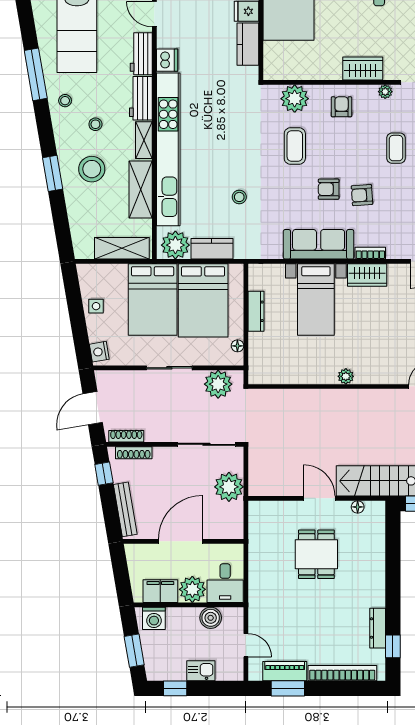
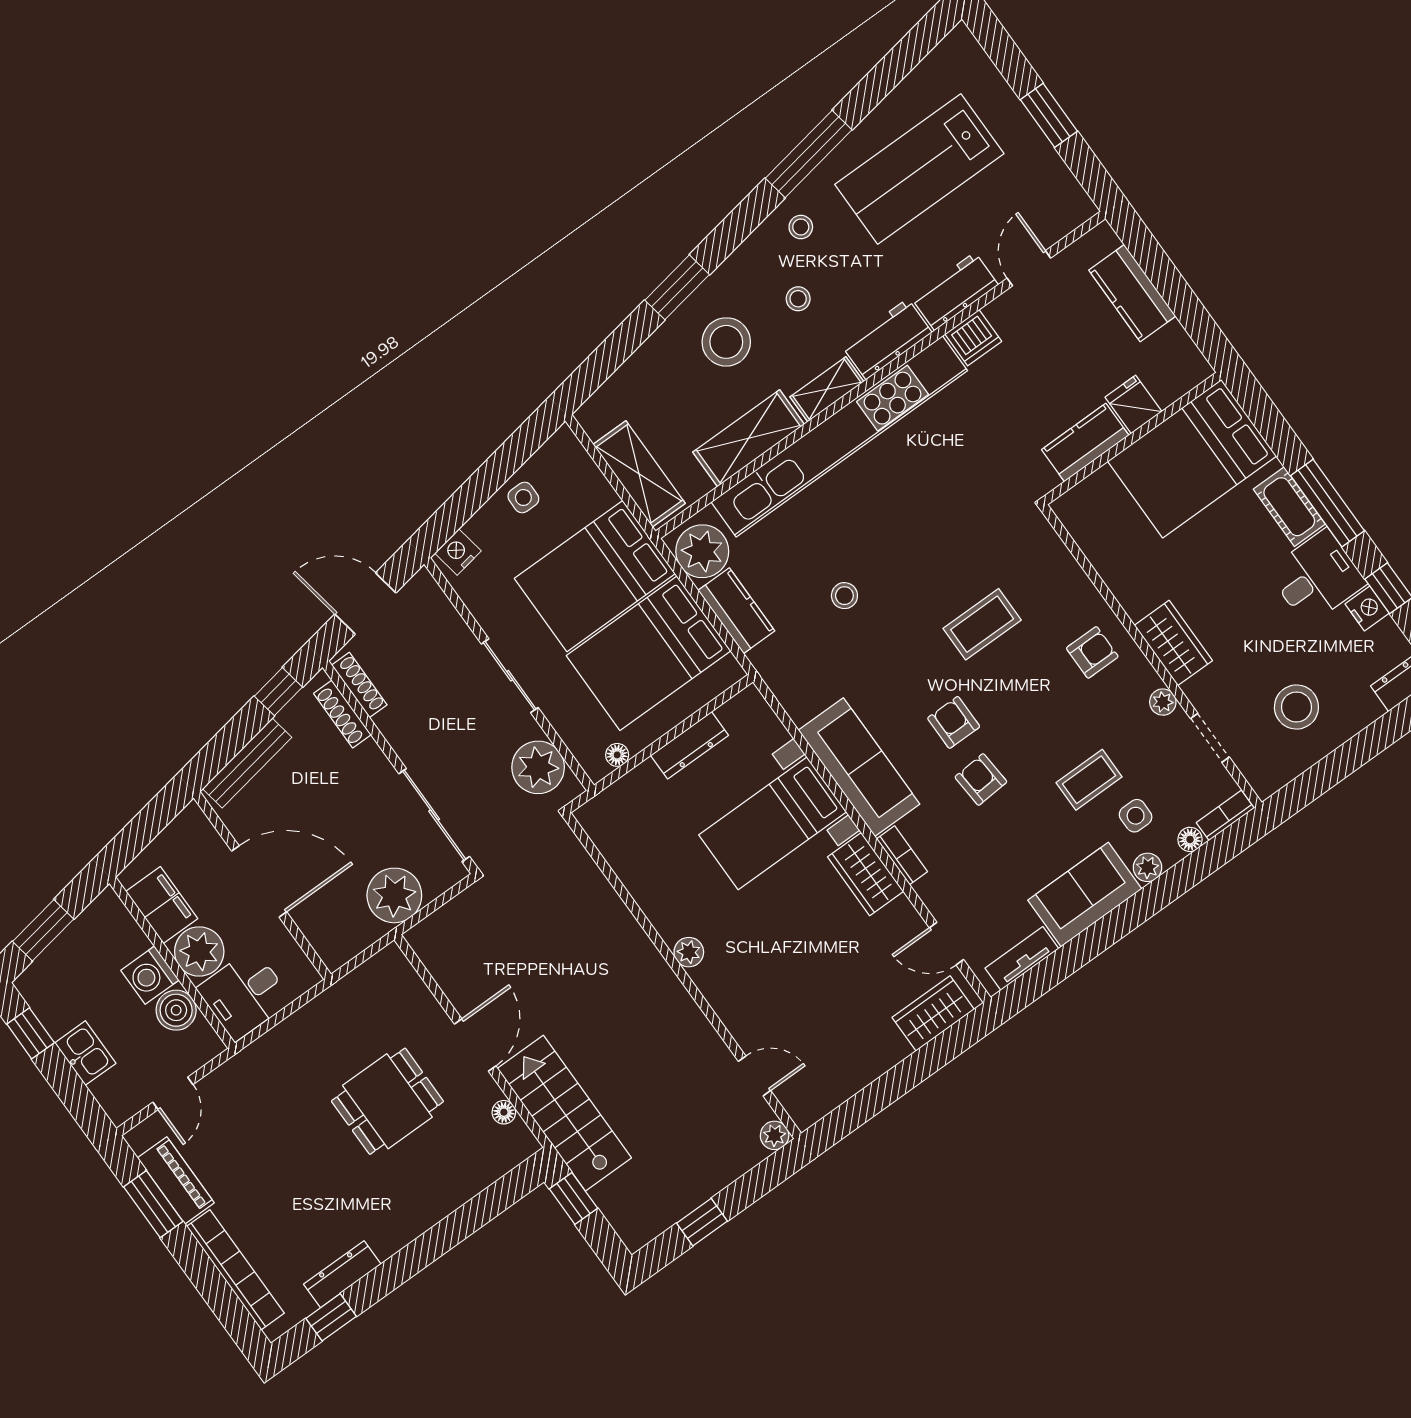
plant: (295, 99) -> (1054, 572), removed
washing machine: (154, 618) -> (150, 975), moved

